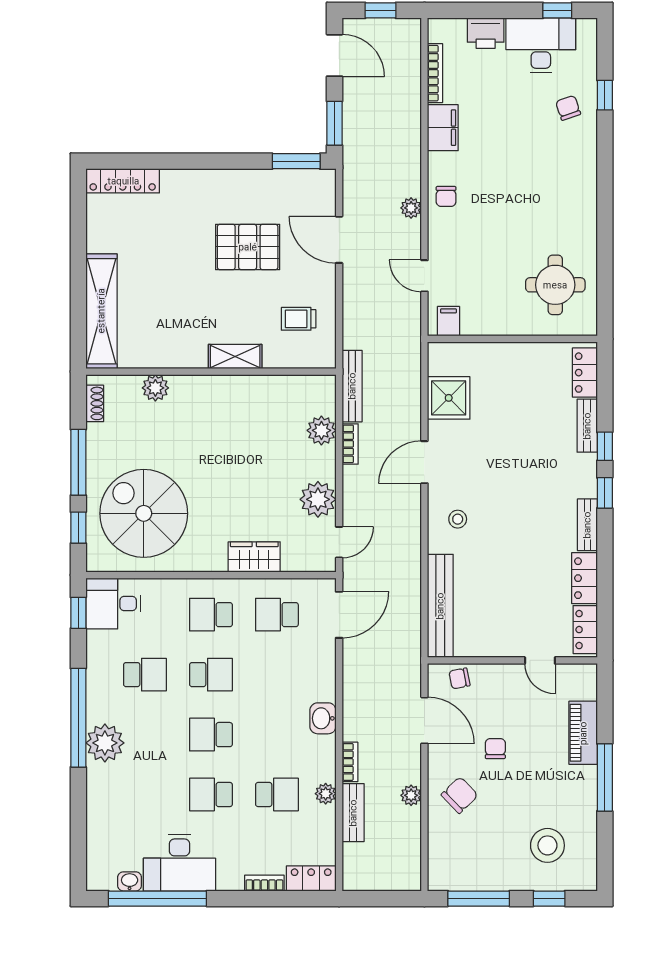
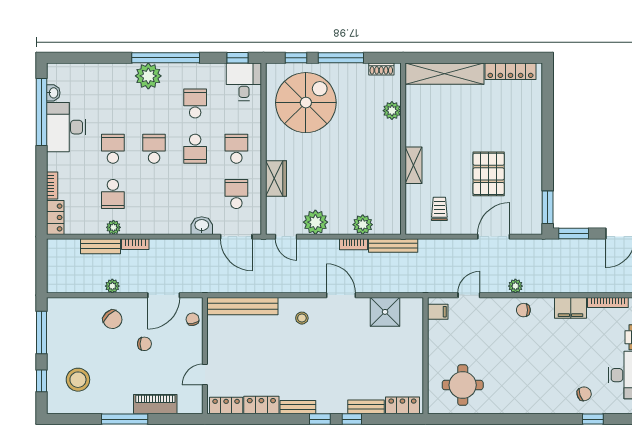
locker: (123, 181) -> (510, 71), moved, turned -90
school desk: (145, 675) -> (195, 103), turned 180
washbasin: (323, 718) -> (202, 226), moved

